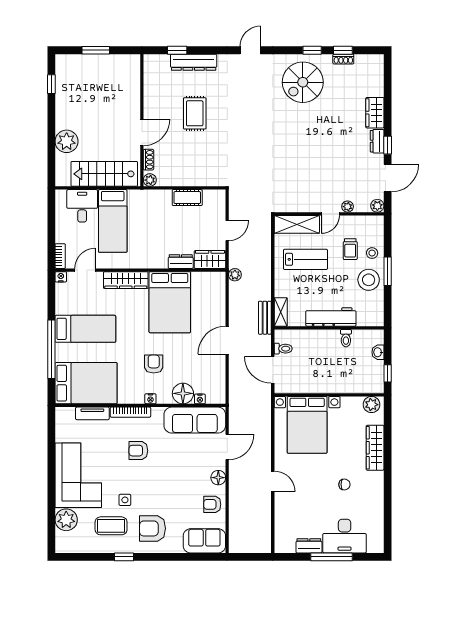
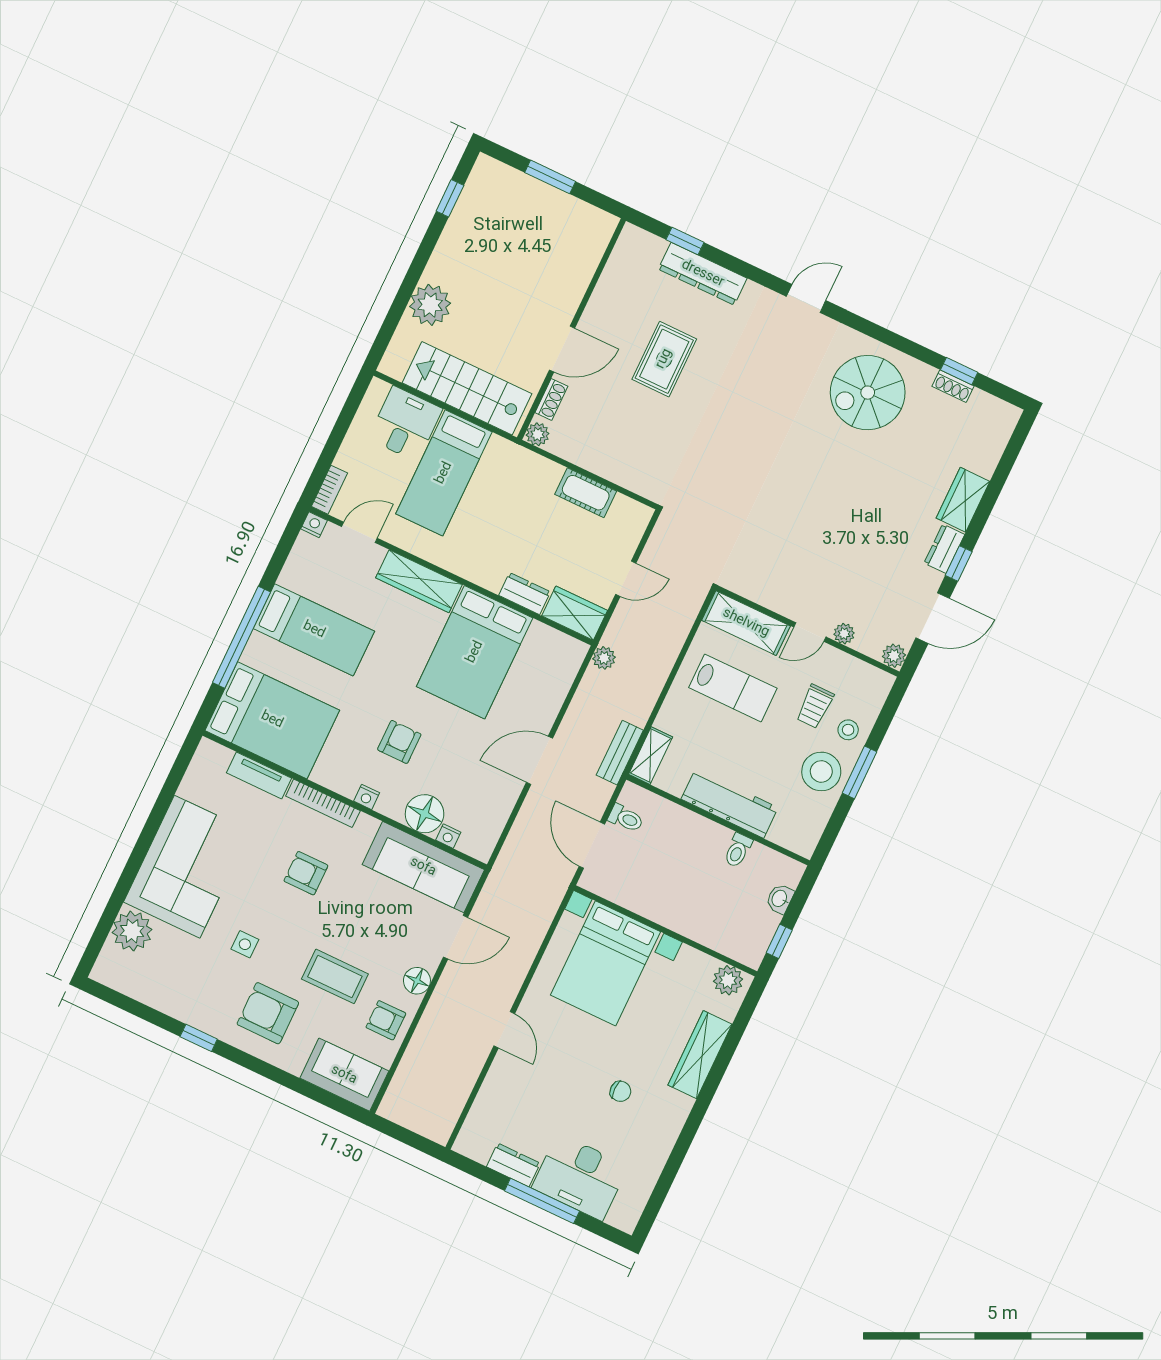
window: (312, 50) -> (908, 347), removed
coffee table: (111, 526) -> (335, 976), moved

